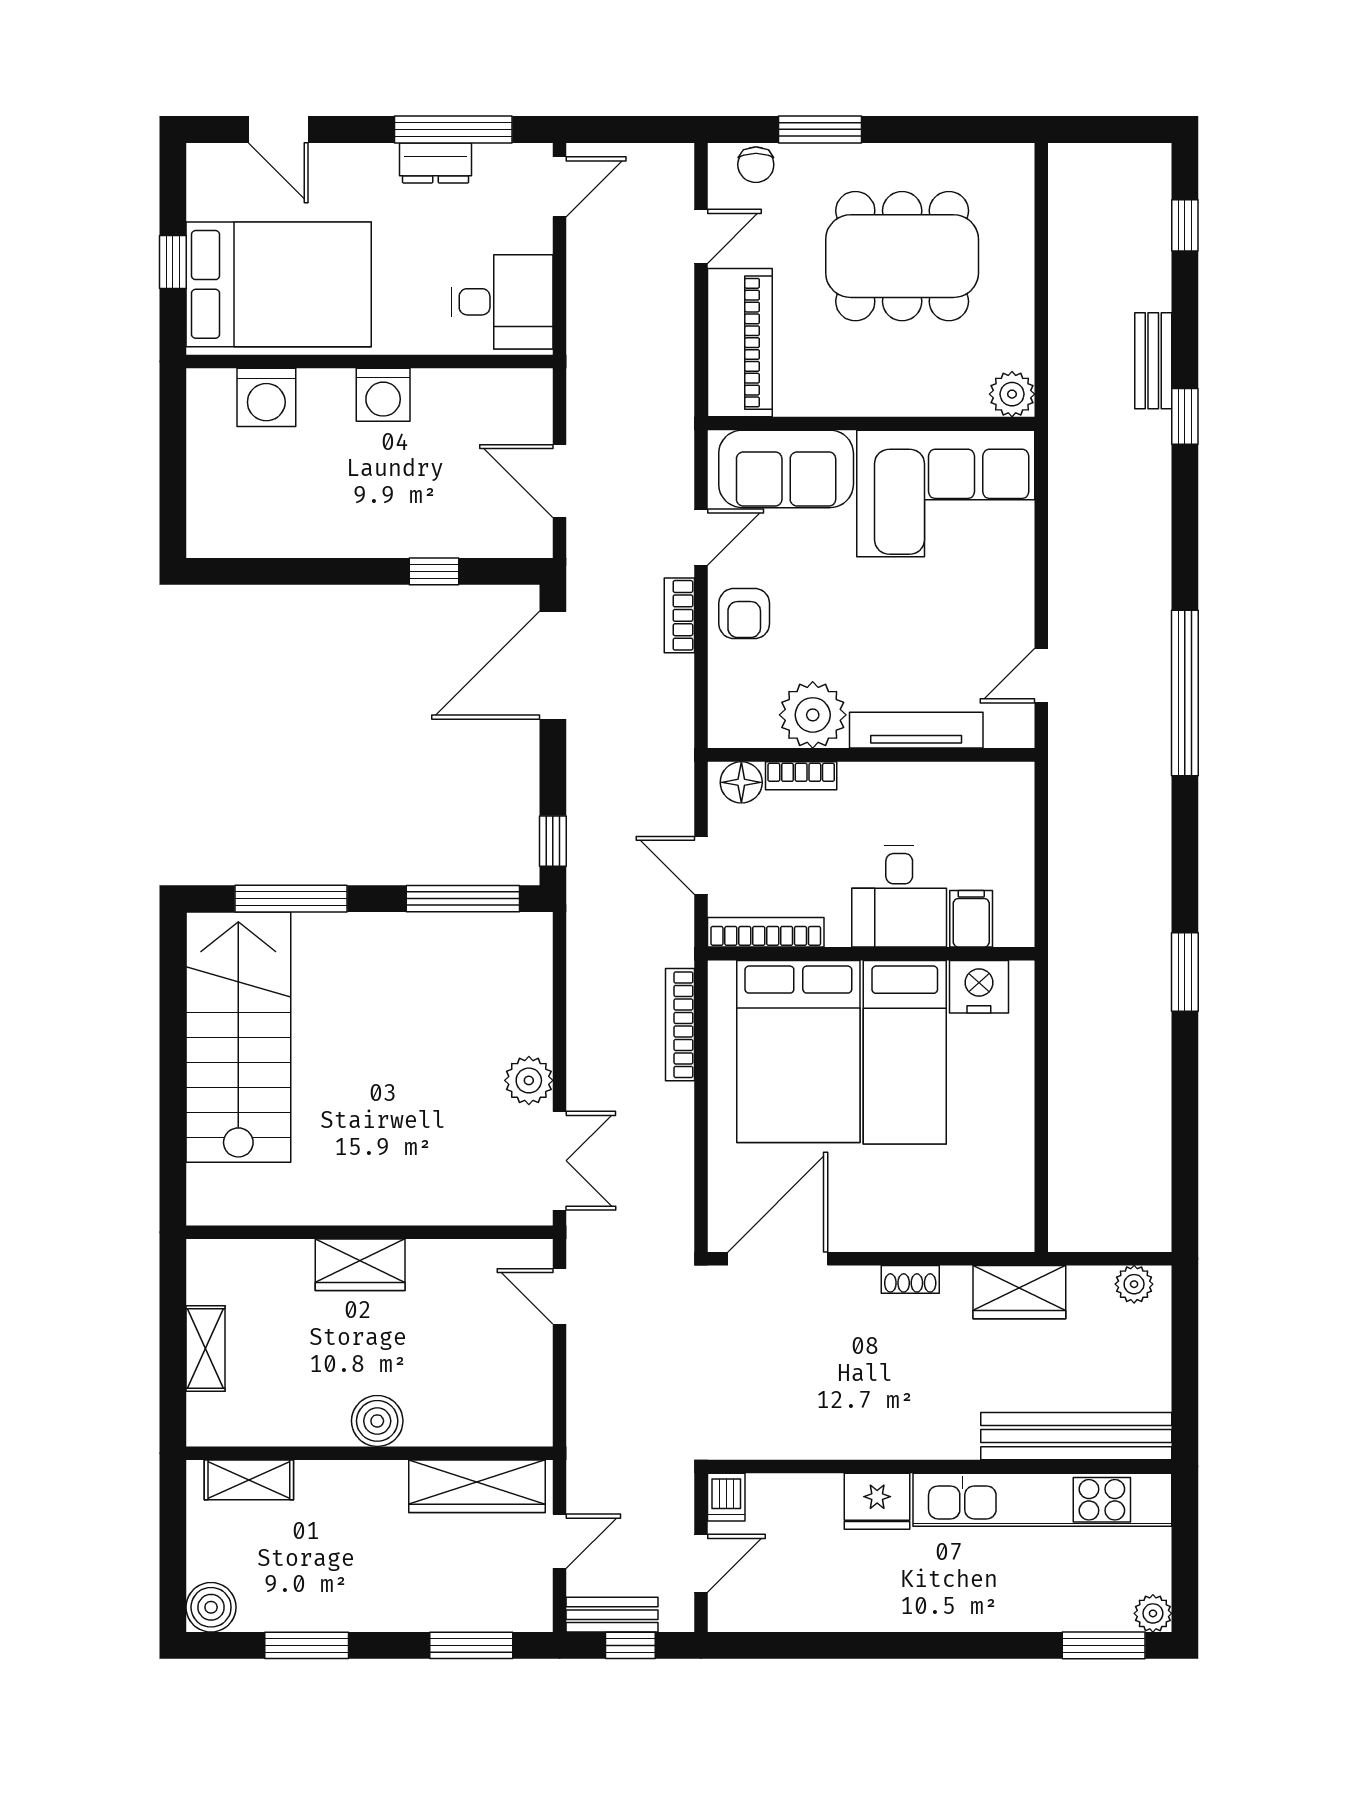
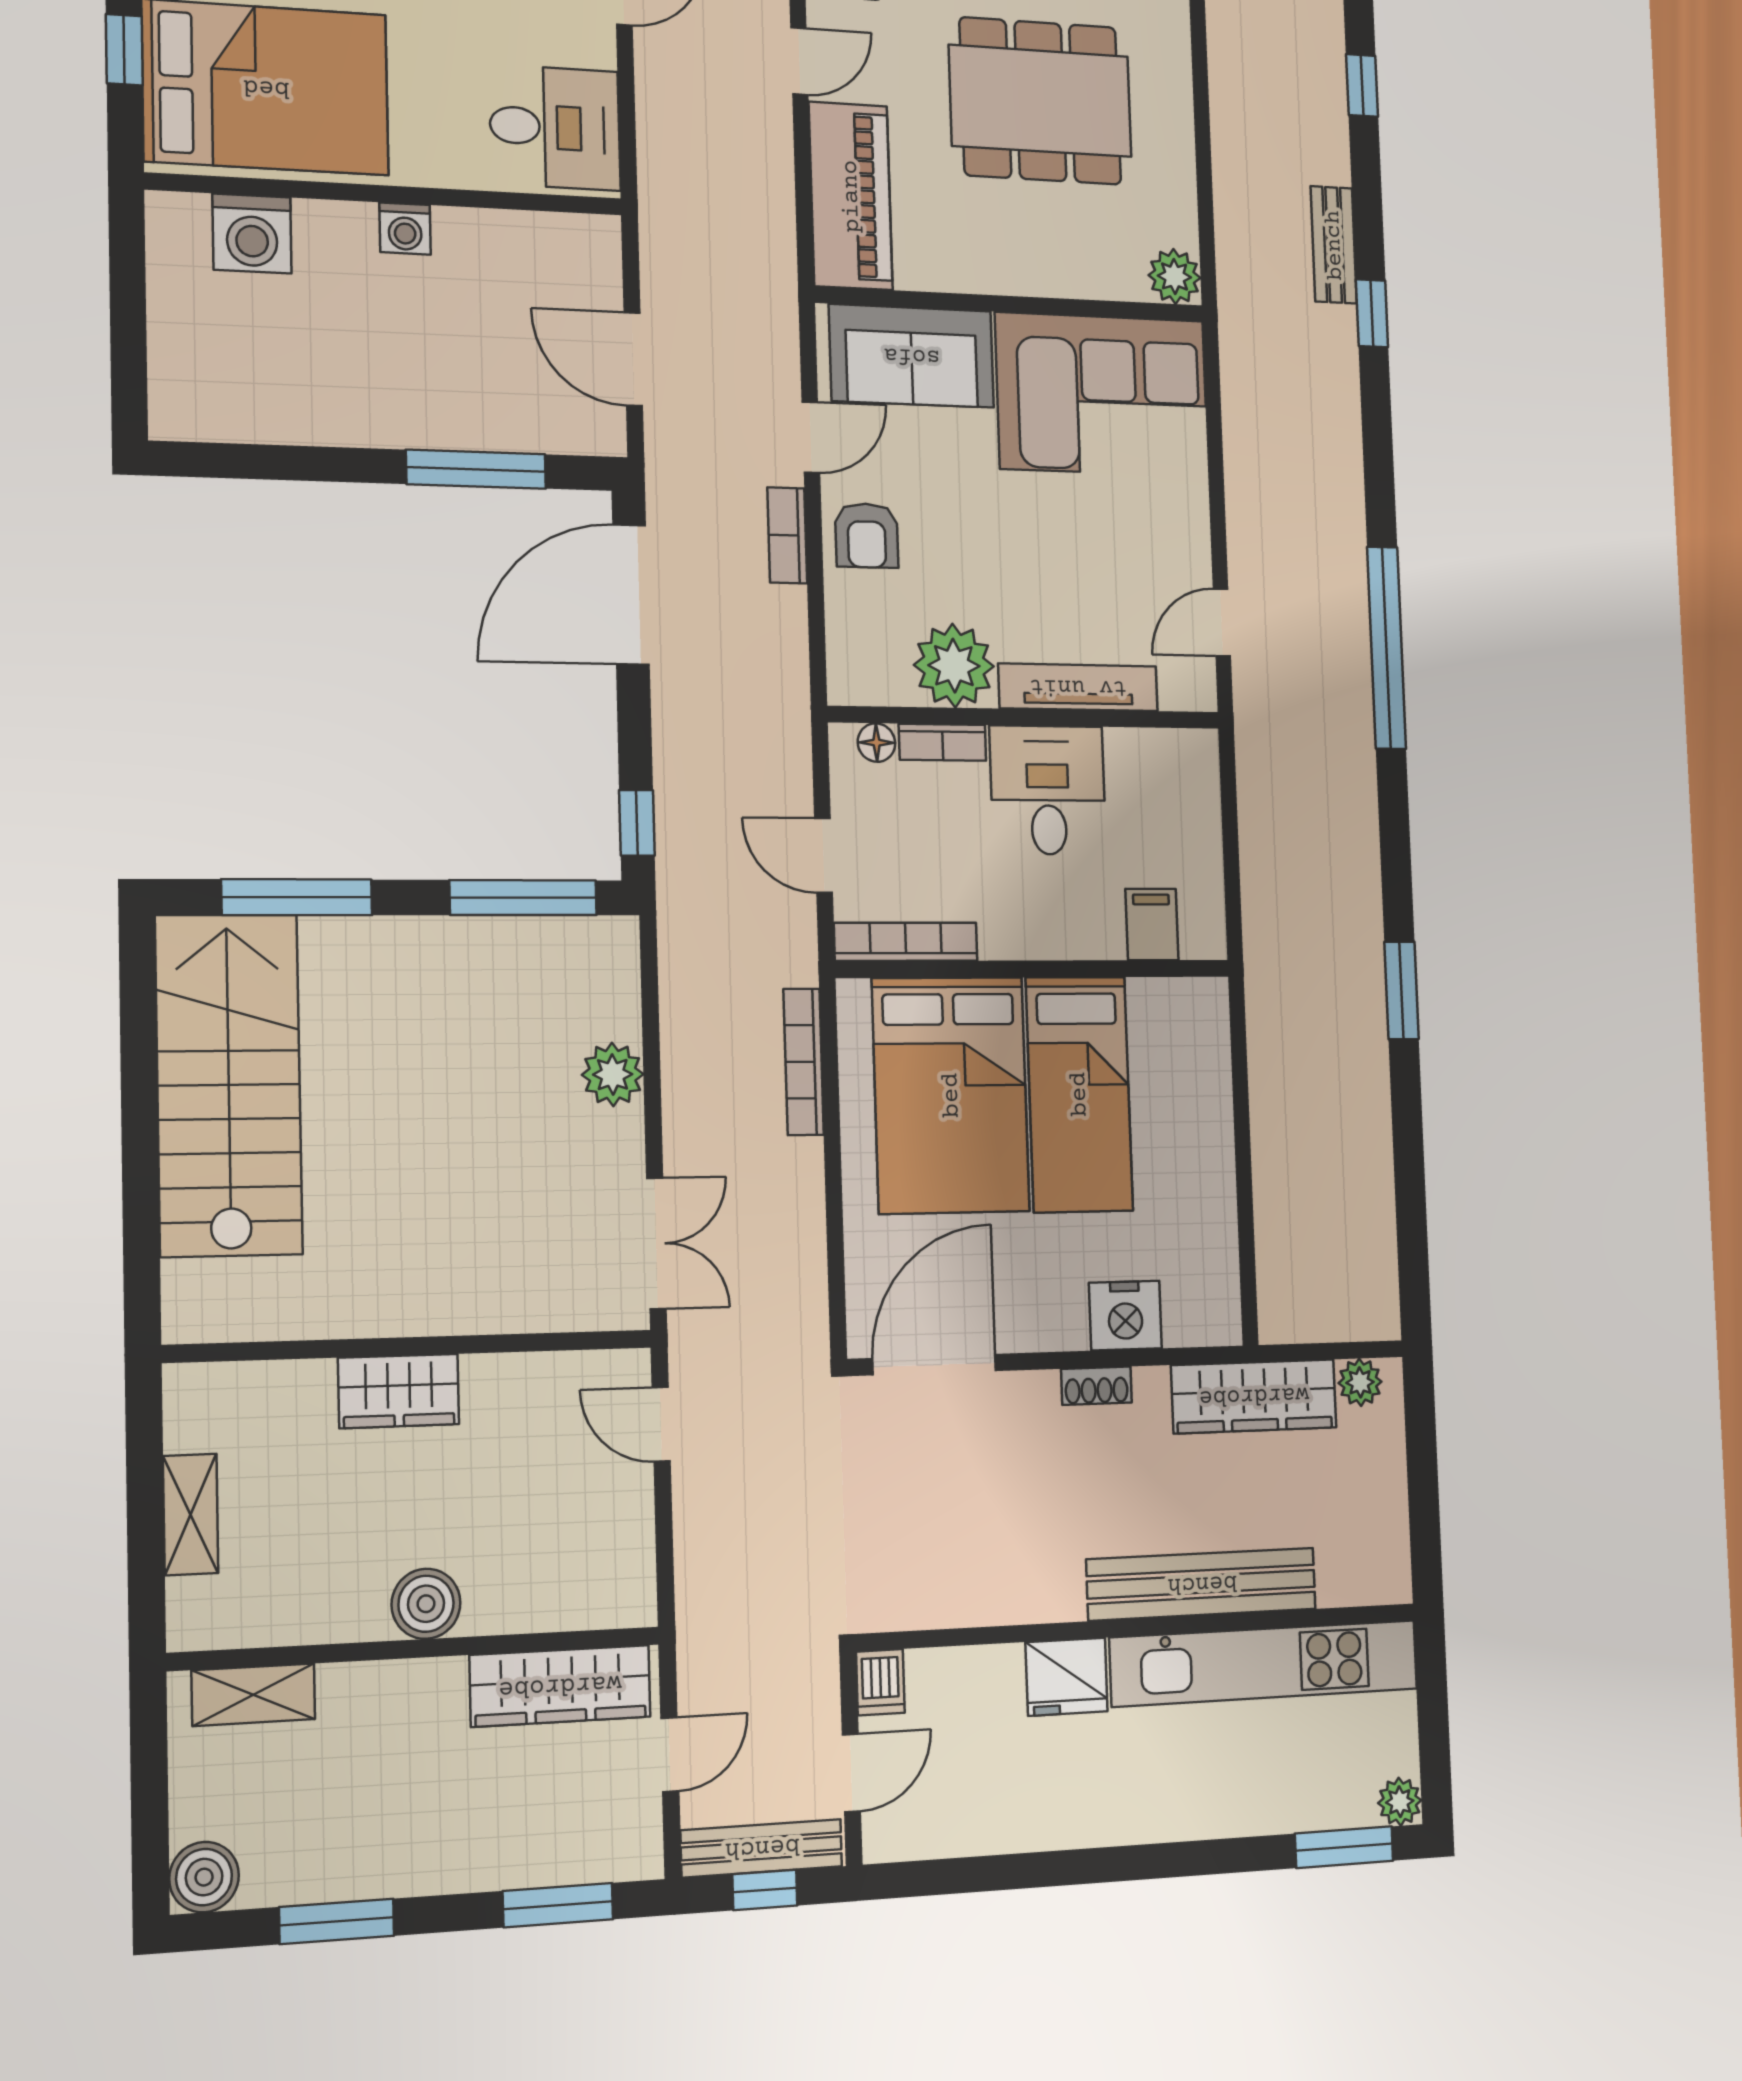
washing machine: (383, 395) -> (405, 229), width x0.73, depth x0.73
window: (434, 571) -> (476, 469), width x2.17
floor lamp: (741, 782) -> (876, 743), width x0.73, depth x0.73
desk: (899, 896) -> (1048, 790), moved, turned 180
nightstand: (979, 987) -> (1125, 1316), moved, turned 180
plant: (529, 1080) -> (613, 1074), moved
wardrobe: (1019, 1292) -> (1254, 1396), width x1.50
bench: (1076, 1436) -> (1202, 1584), moved
bench: (612, 1615) -> (762, 1848), width x1.36

